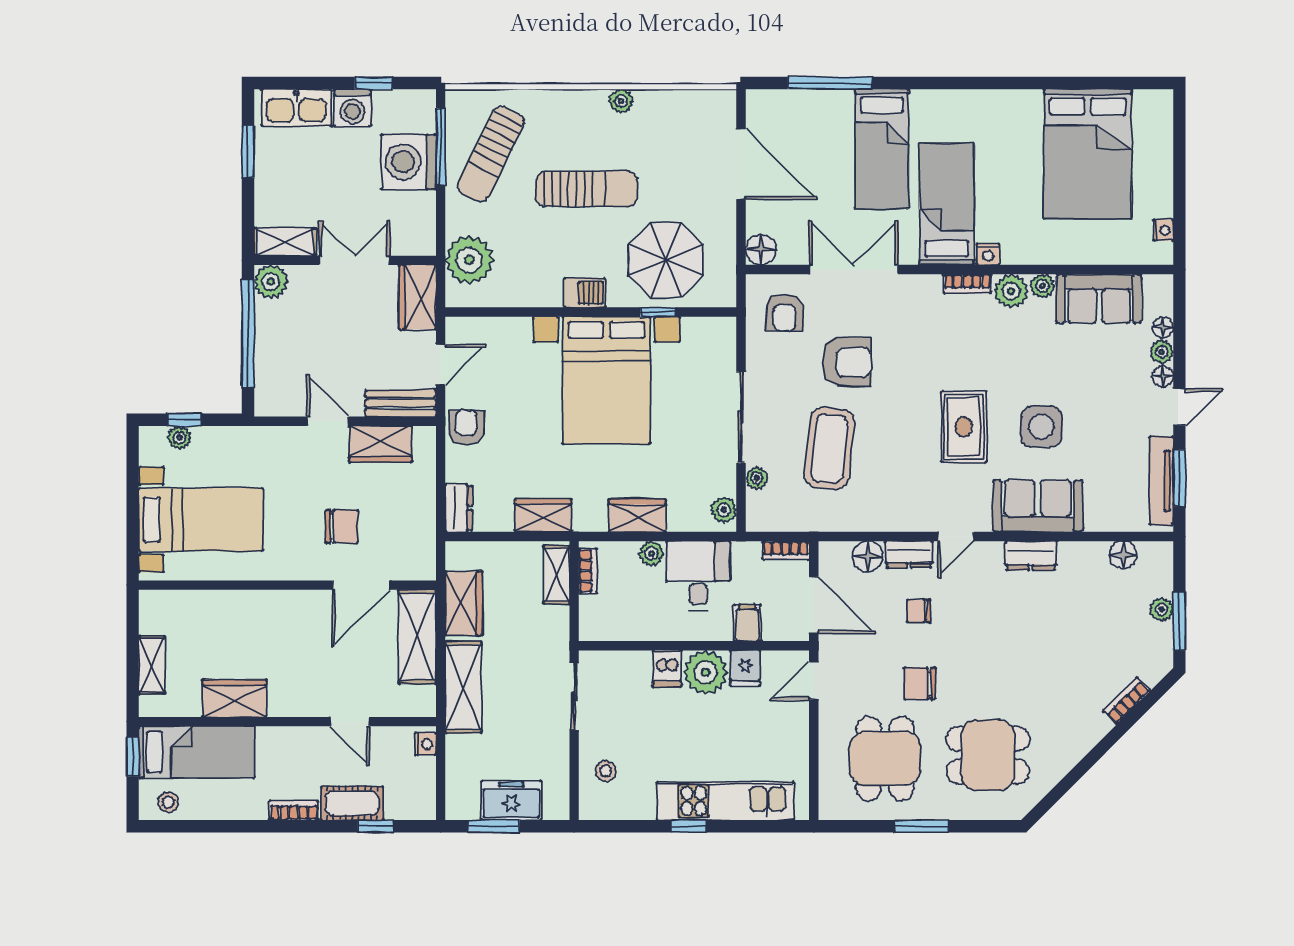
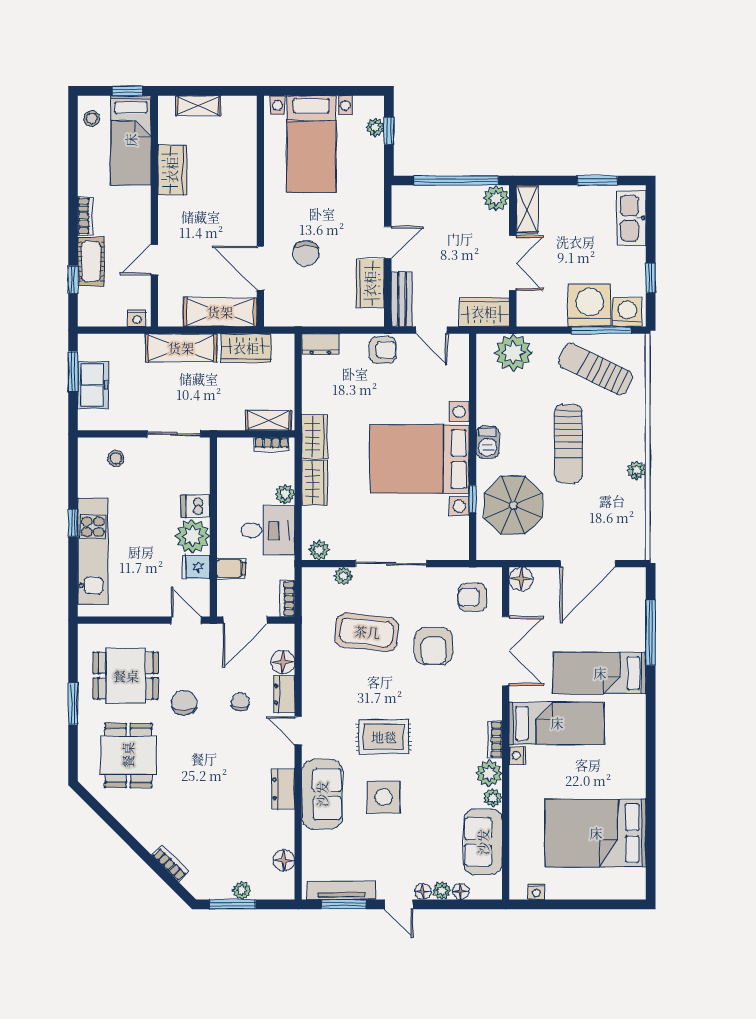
washing machine: (353, 108) -> (627, 312), moved, turned 90
wardrobe: (543, 515) -> (315, 437), moved

